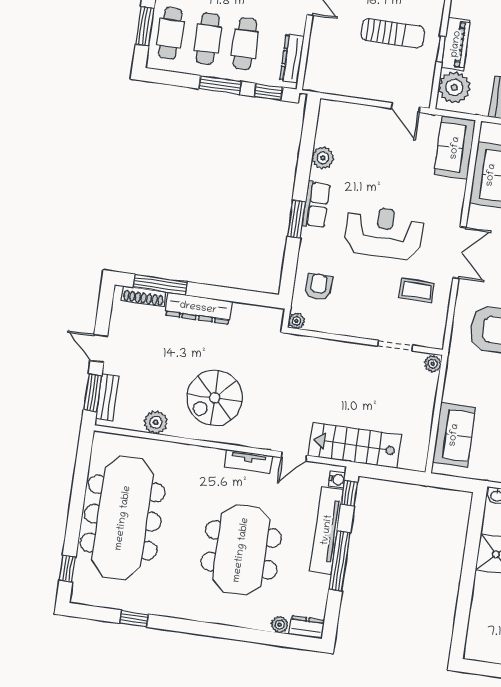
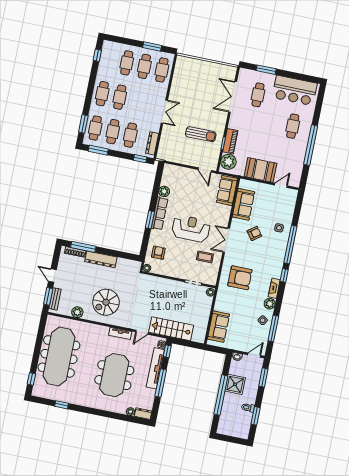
window: (220, 85) -> (98, 150), moved
row of seats: (316, 204) -> (160, 213), width x1.48
double door: (459, 253) -> (226, 240), swing flipped
window: (468, 578) -> (221, 395), added

